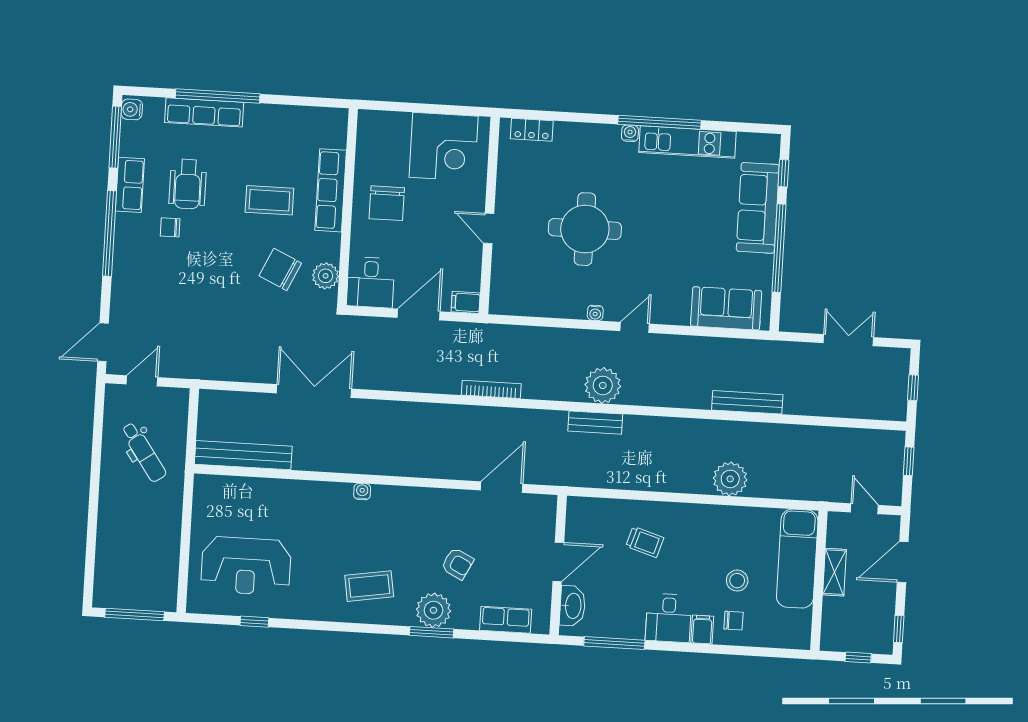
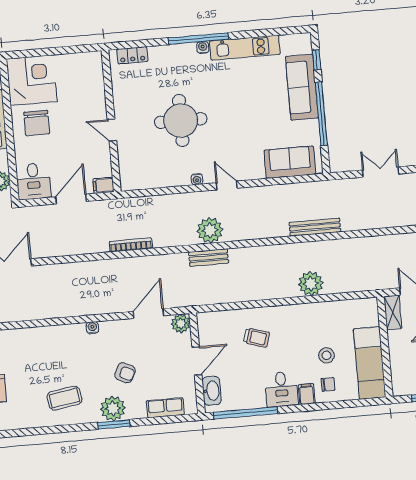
window: (660, 122) -> (198, 39), moved
corner desk: (444, 147) -> (32, 80), moved, turned -90
door: (635, 327) -> (227, 185), hinge flipped
water cooler: (362, 492) -> (92, 328), moved
plant: (544, 507) -> (181, 324), added
exam couch: (797, 559) -> (370, 363), moved
shelving: (835, 572) -> (393, 312), moved
window: (614, 643) -> (245, 413), width x1.46

